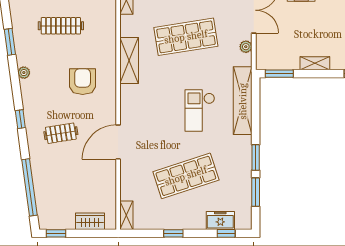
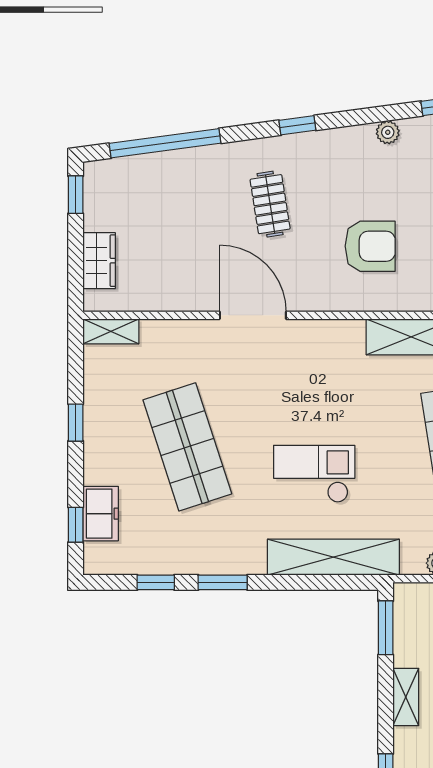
window: (256, 192) -> (156, 582), width x0.67

